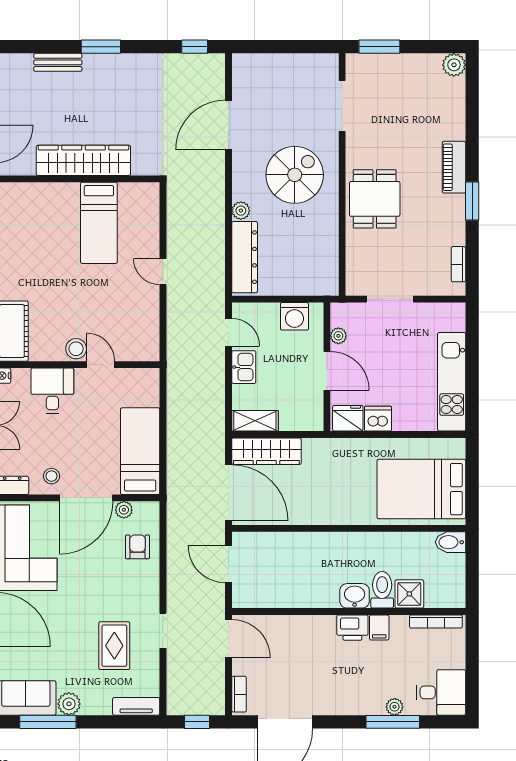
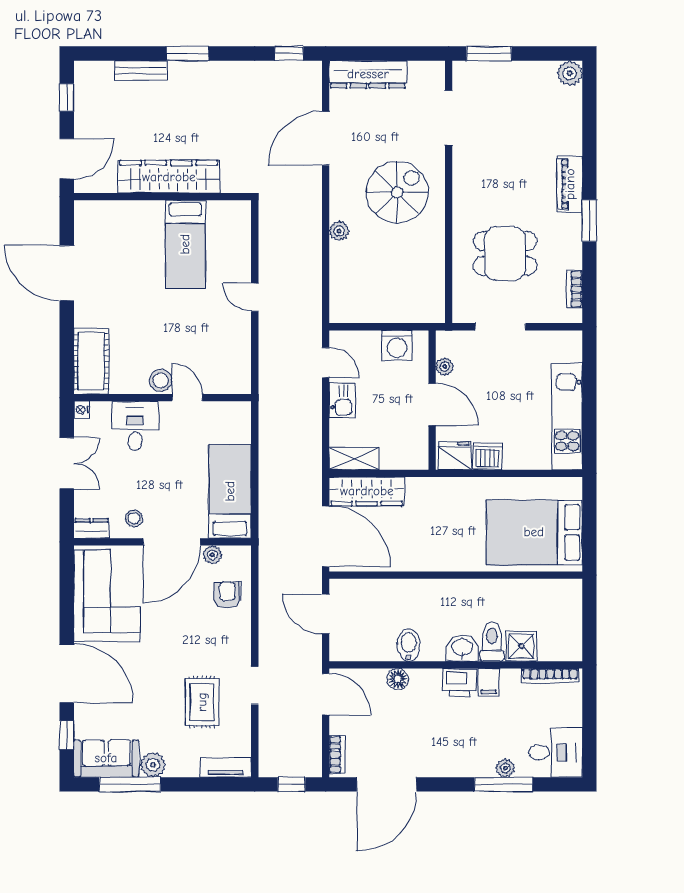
dining table: (375, 199) -> (505, 253), moved, turned 90
dresser: (245, 257) -> (368, 74), moved, turned 90
bidet: (451, 542) -> (409, 645), moved, turned 90
floor lamp: (295, 625) -> (398, 679), added

